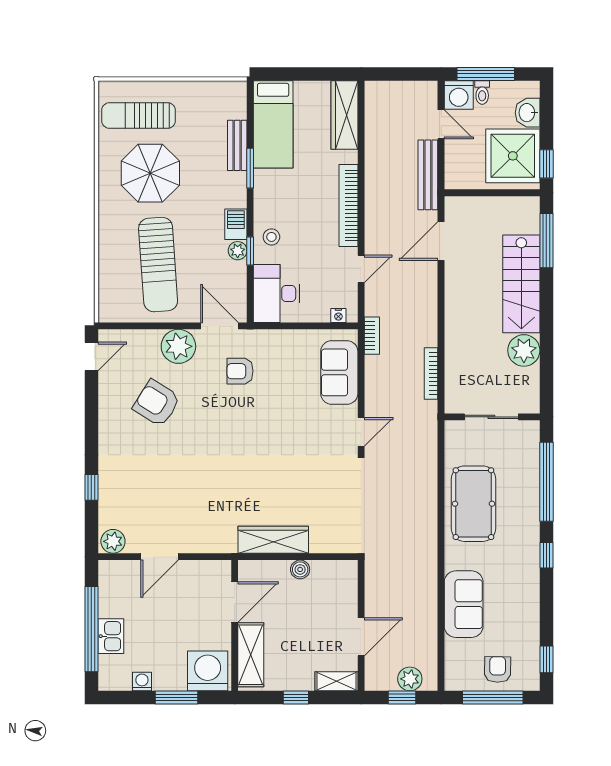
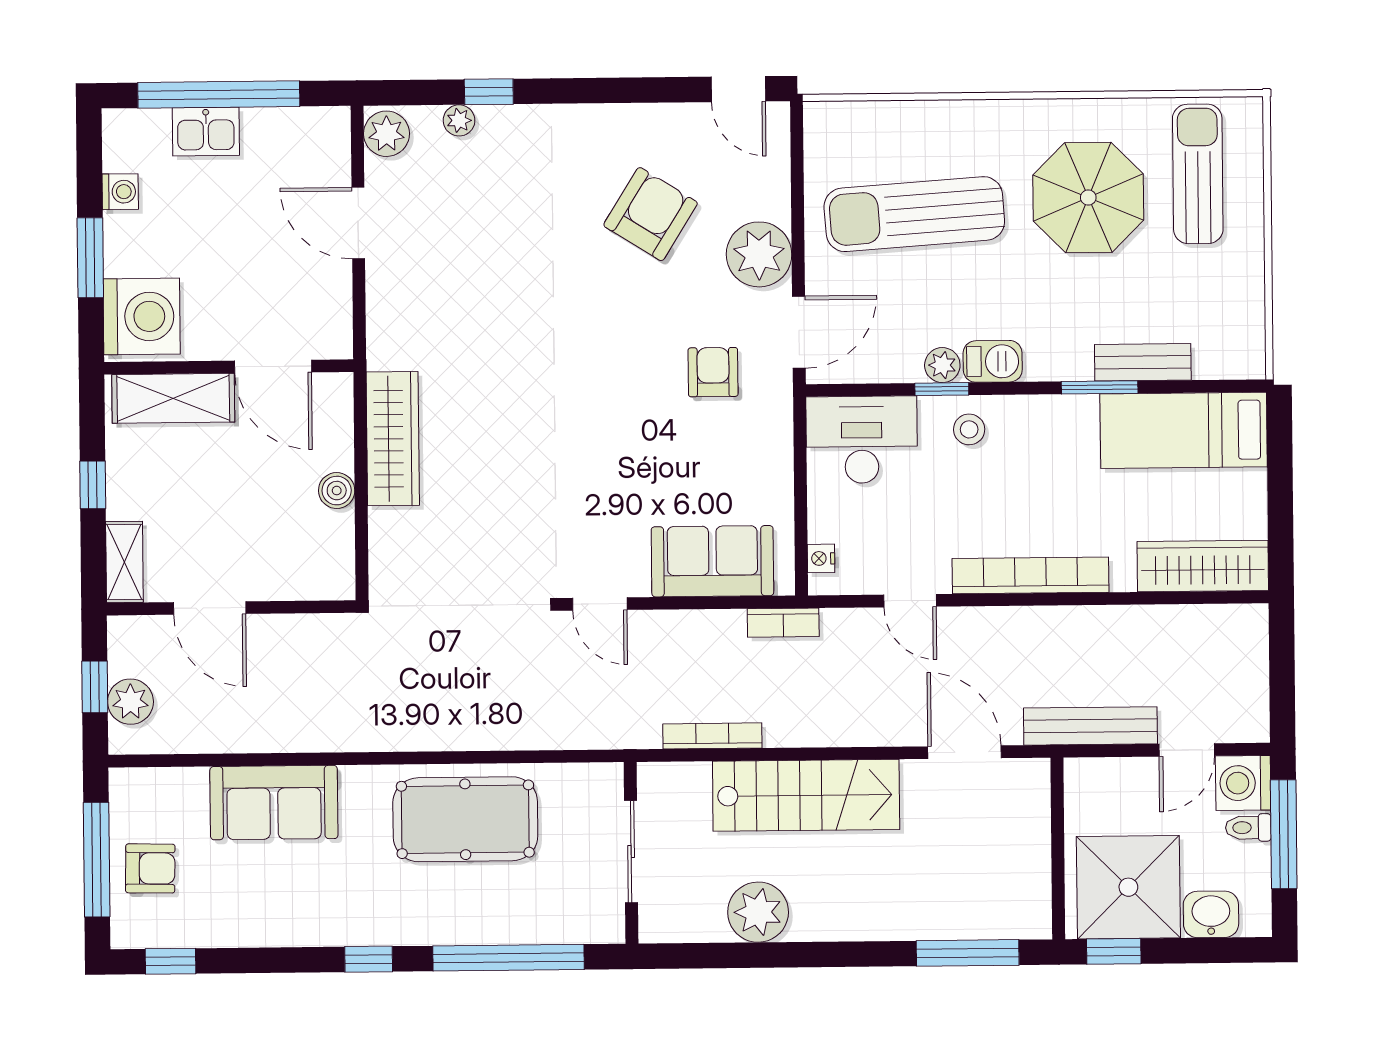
stairs: (521, 284) -> (806, 795), moved, turned 180
plant: (106, 503) -> (459, 120), added

